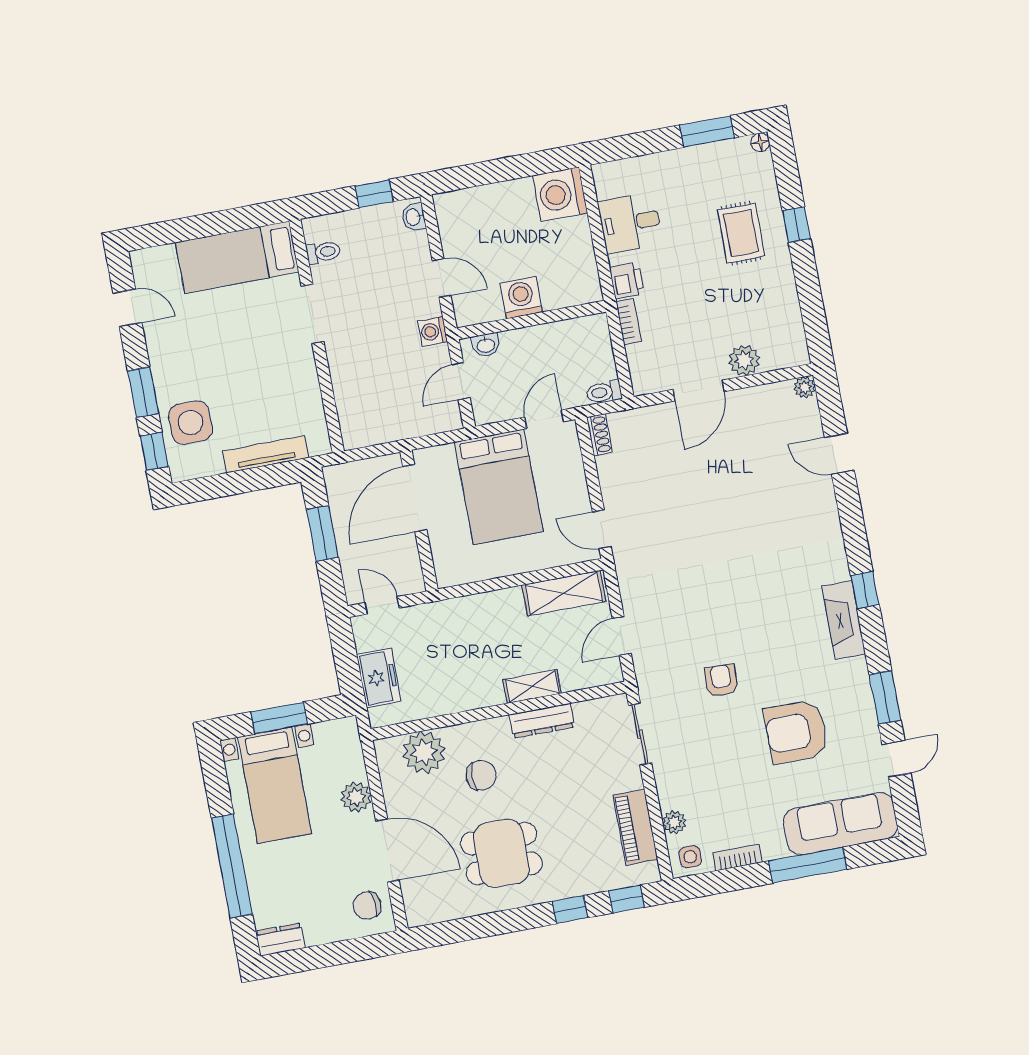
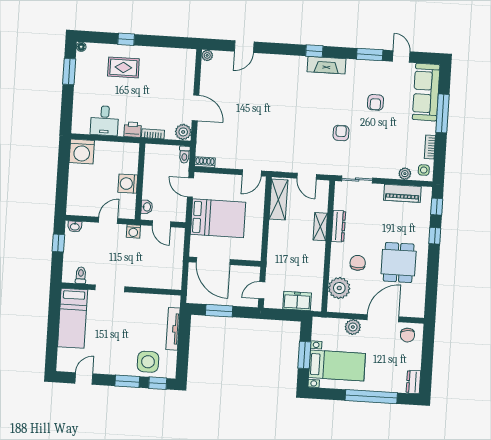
plant: (744, 360) -> (183, 132), moved
armchair: (721, 681) -> (341, 133), turned 88
armchair: (796, 732) -> (375, 102), width x0.53, depth x0.53

